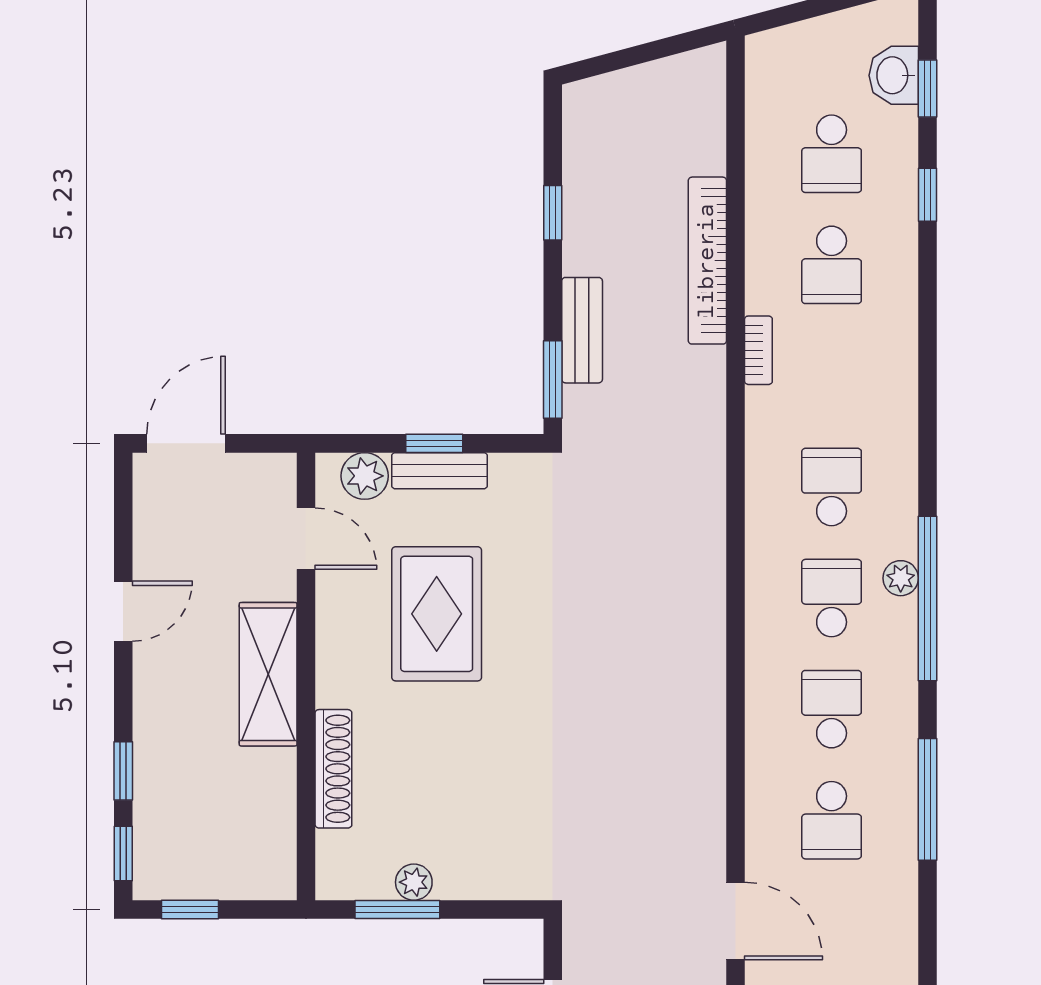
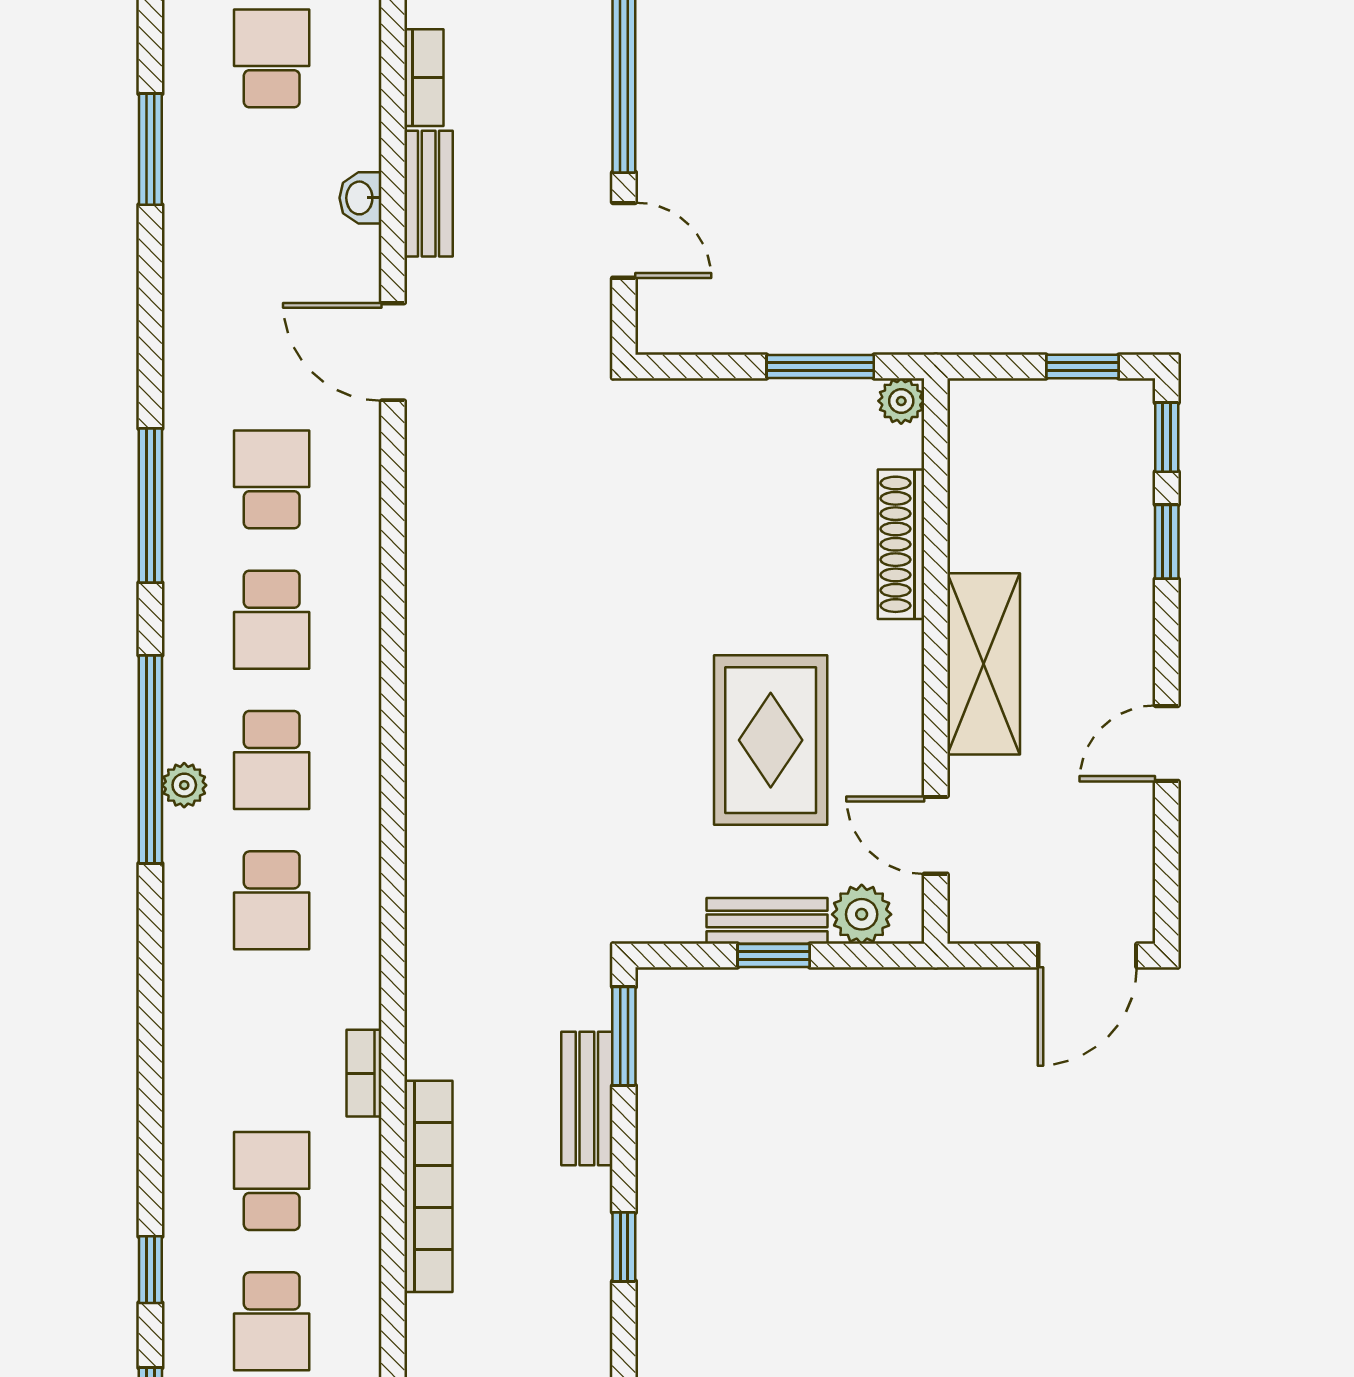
school desk: (832, 154) -> (272, 1321), turned 180
plant: (414, 882) -> (901, 401), moved

